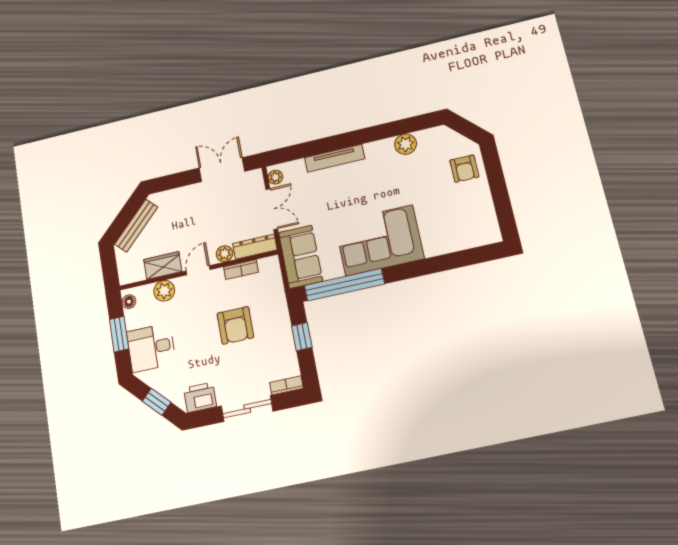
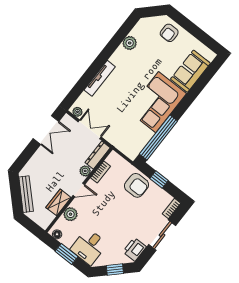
armchair: (464, 169) -> (169, 33), turned 90
double door: (222, 170) -> (46, 130), swing flipped
sofa: (301, 257) -> (190, 71), moved, turned -90
door: (198, 270) -> (79, 190), swing flipped
armchair: (235, 325) -> (137, 185), moved

